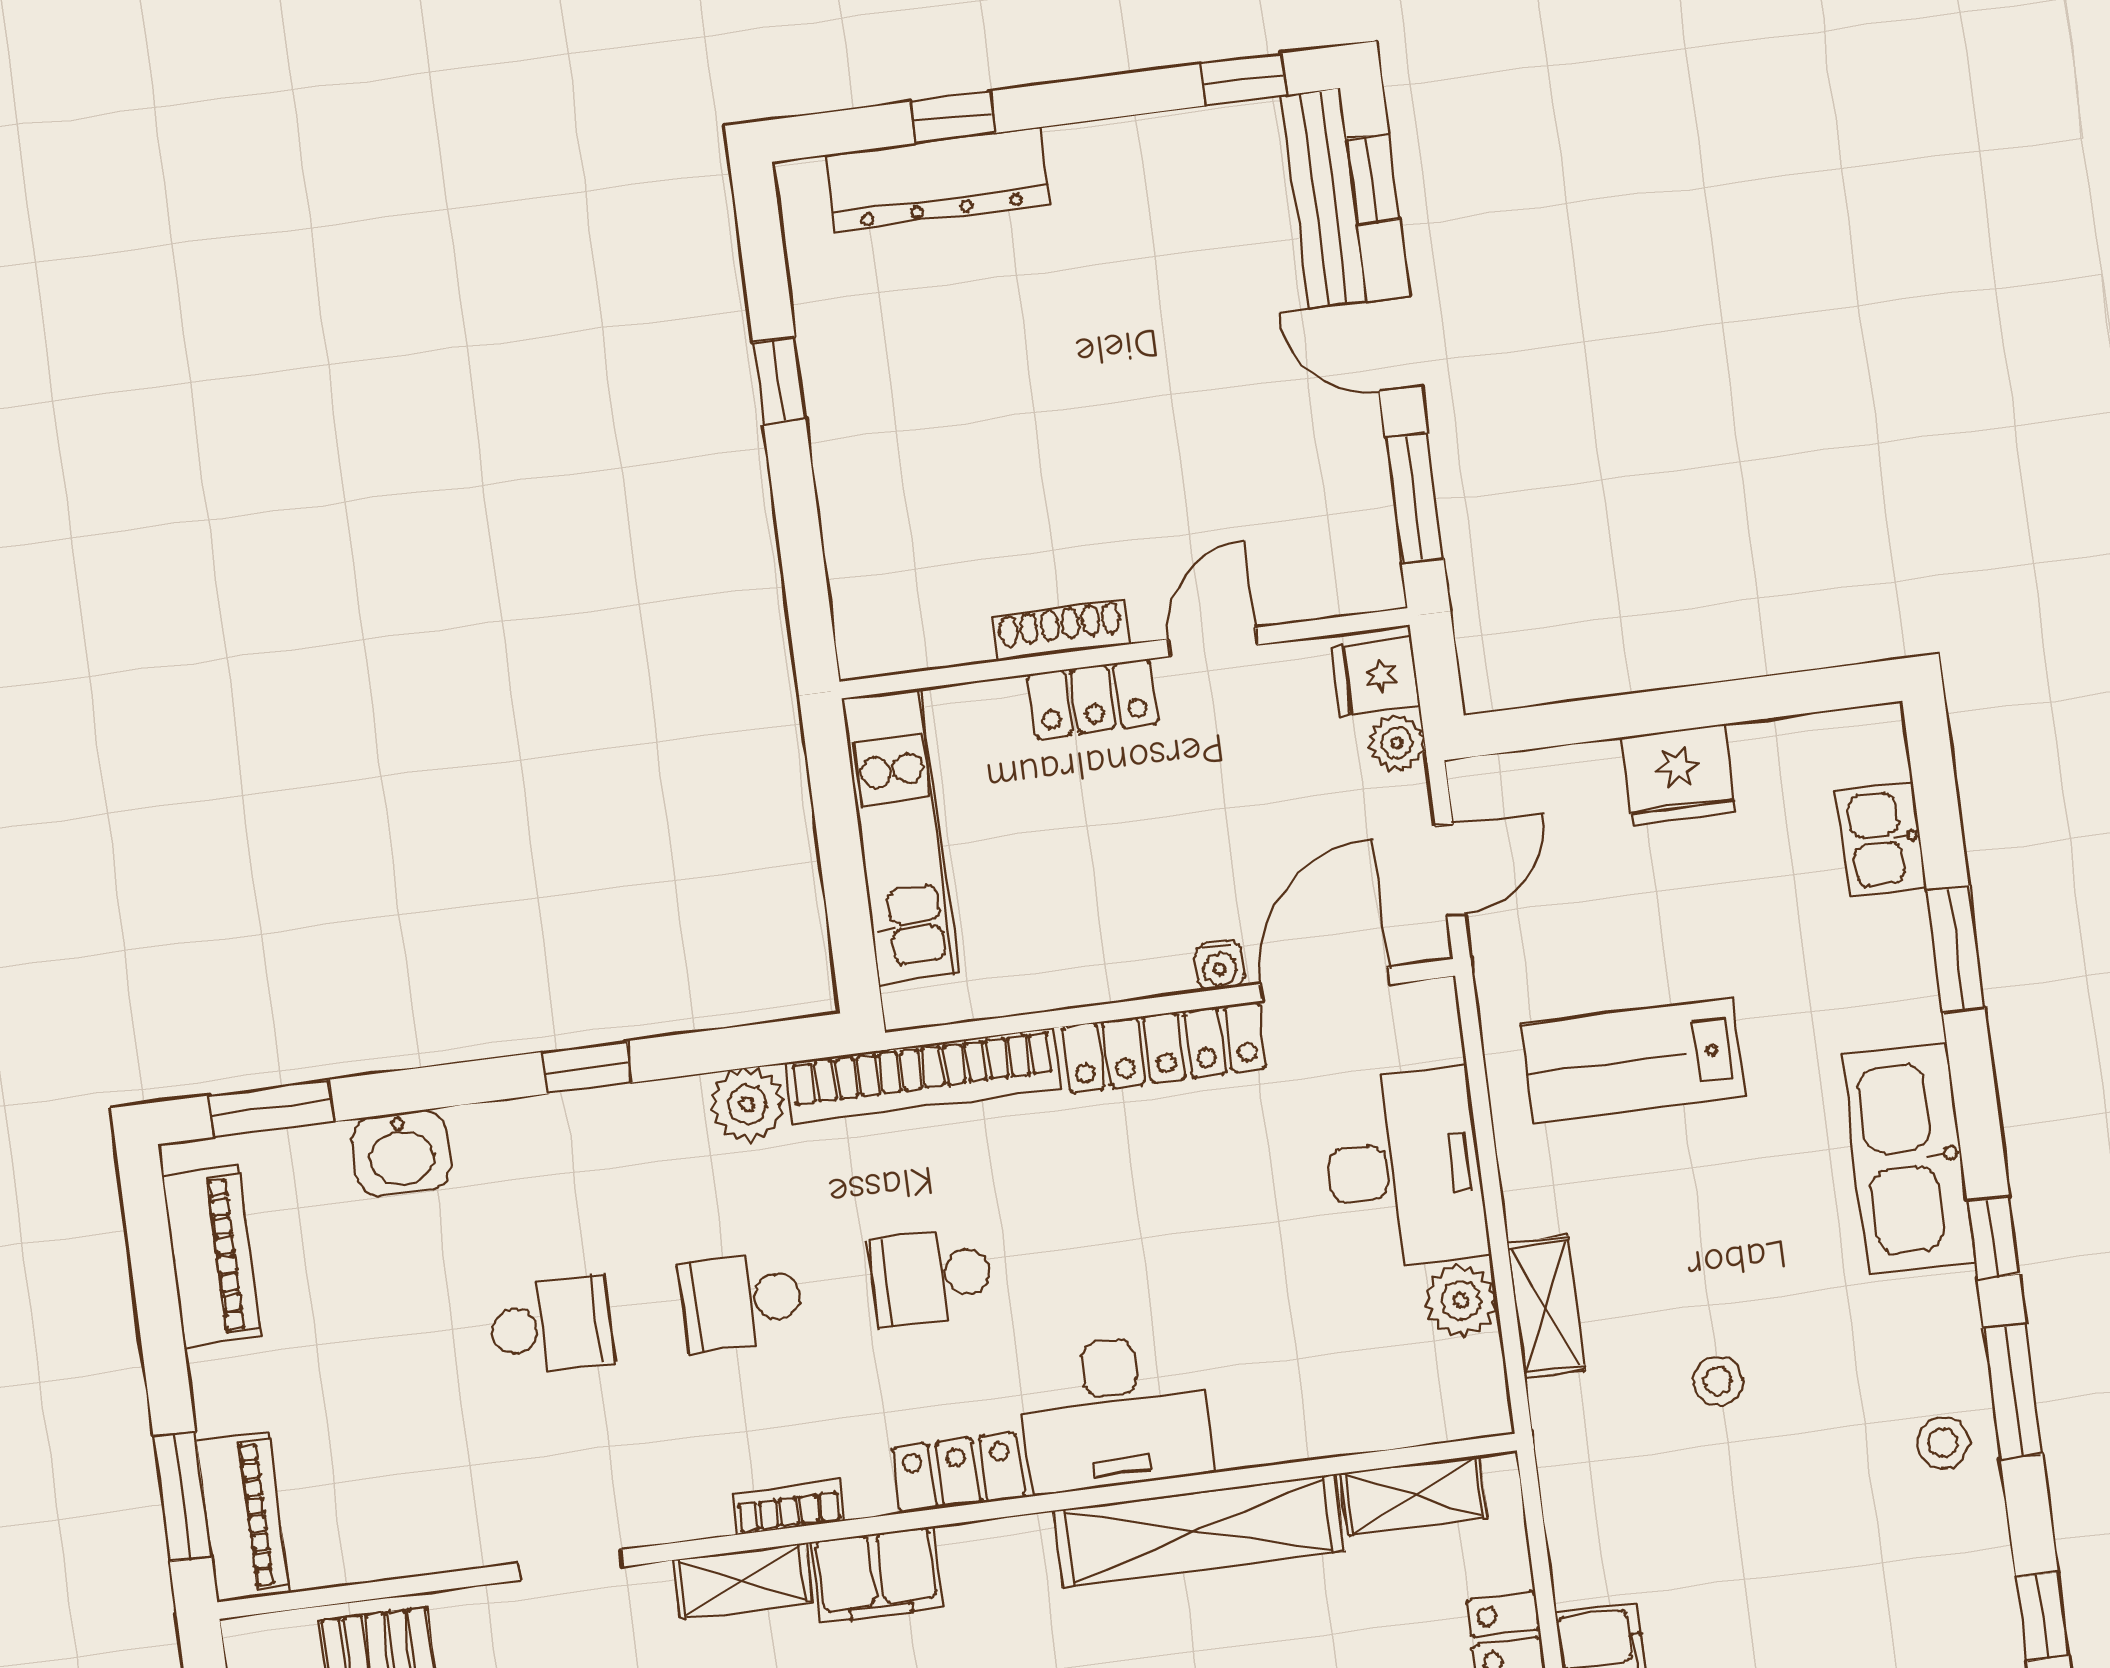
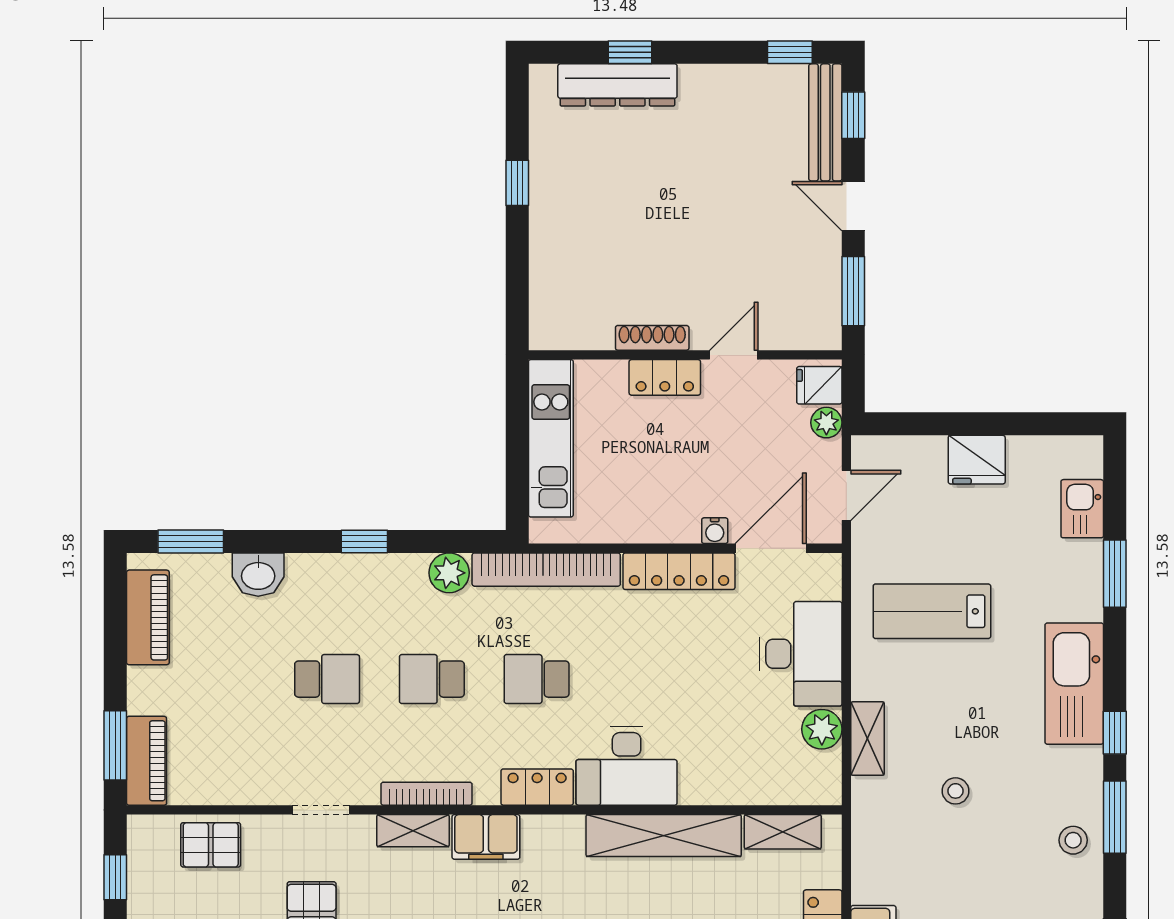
bookcase: (788, 1507) -> (426, 794), width x1.56

